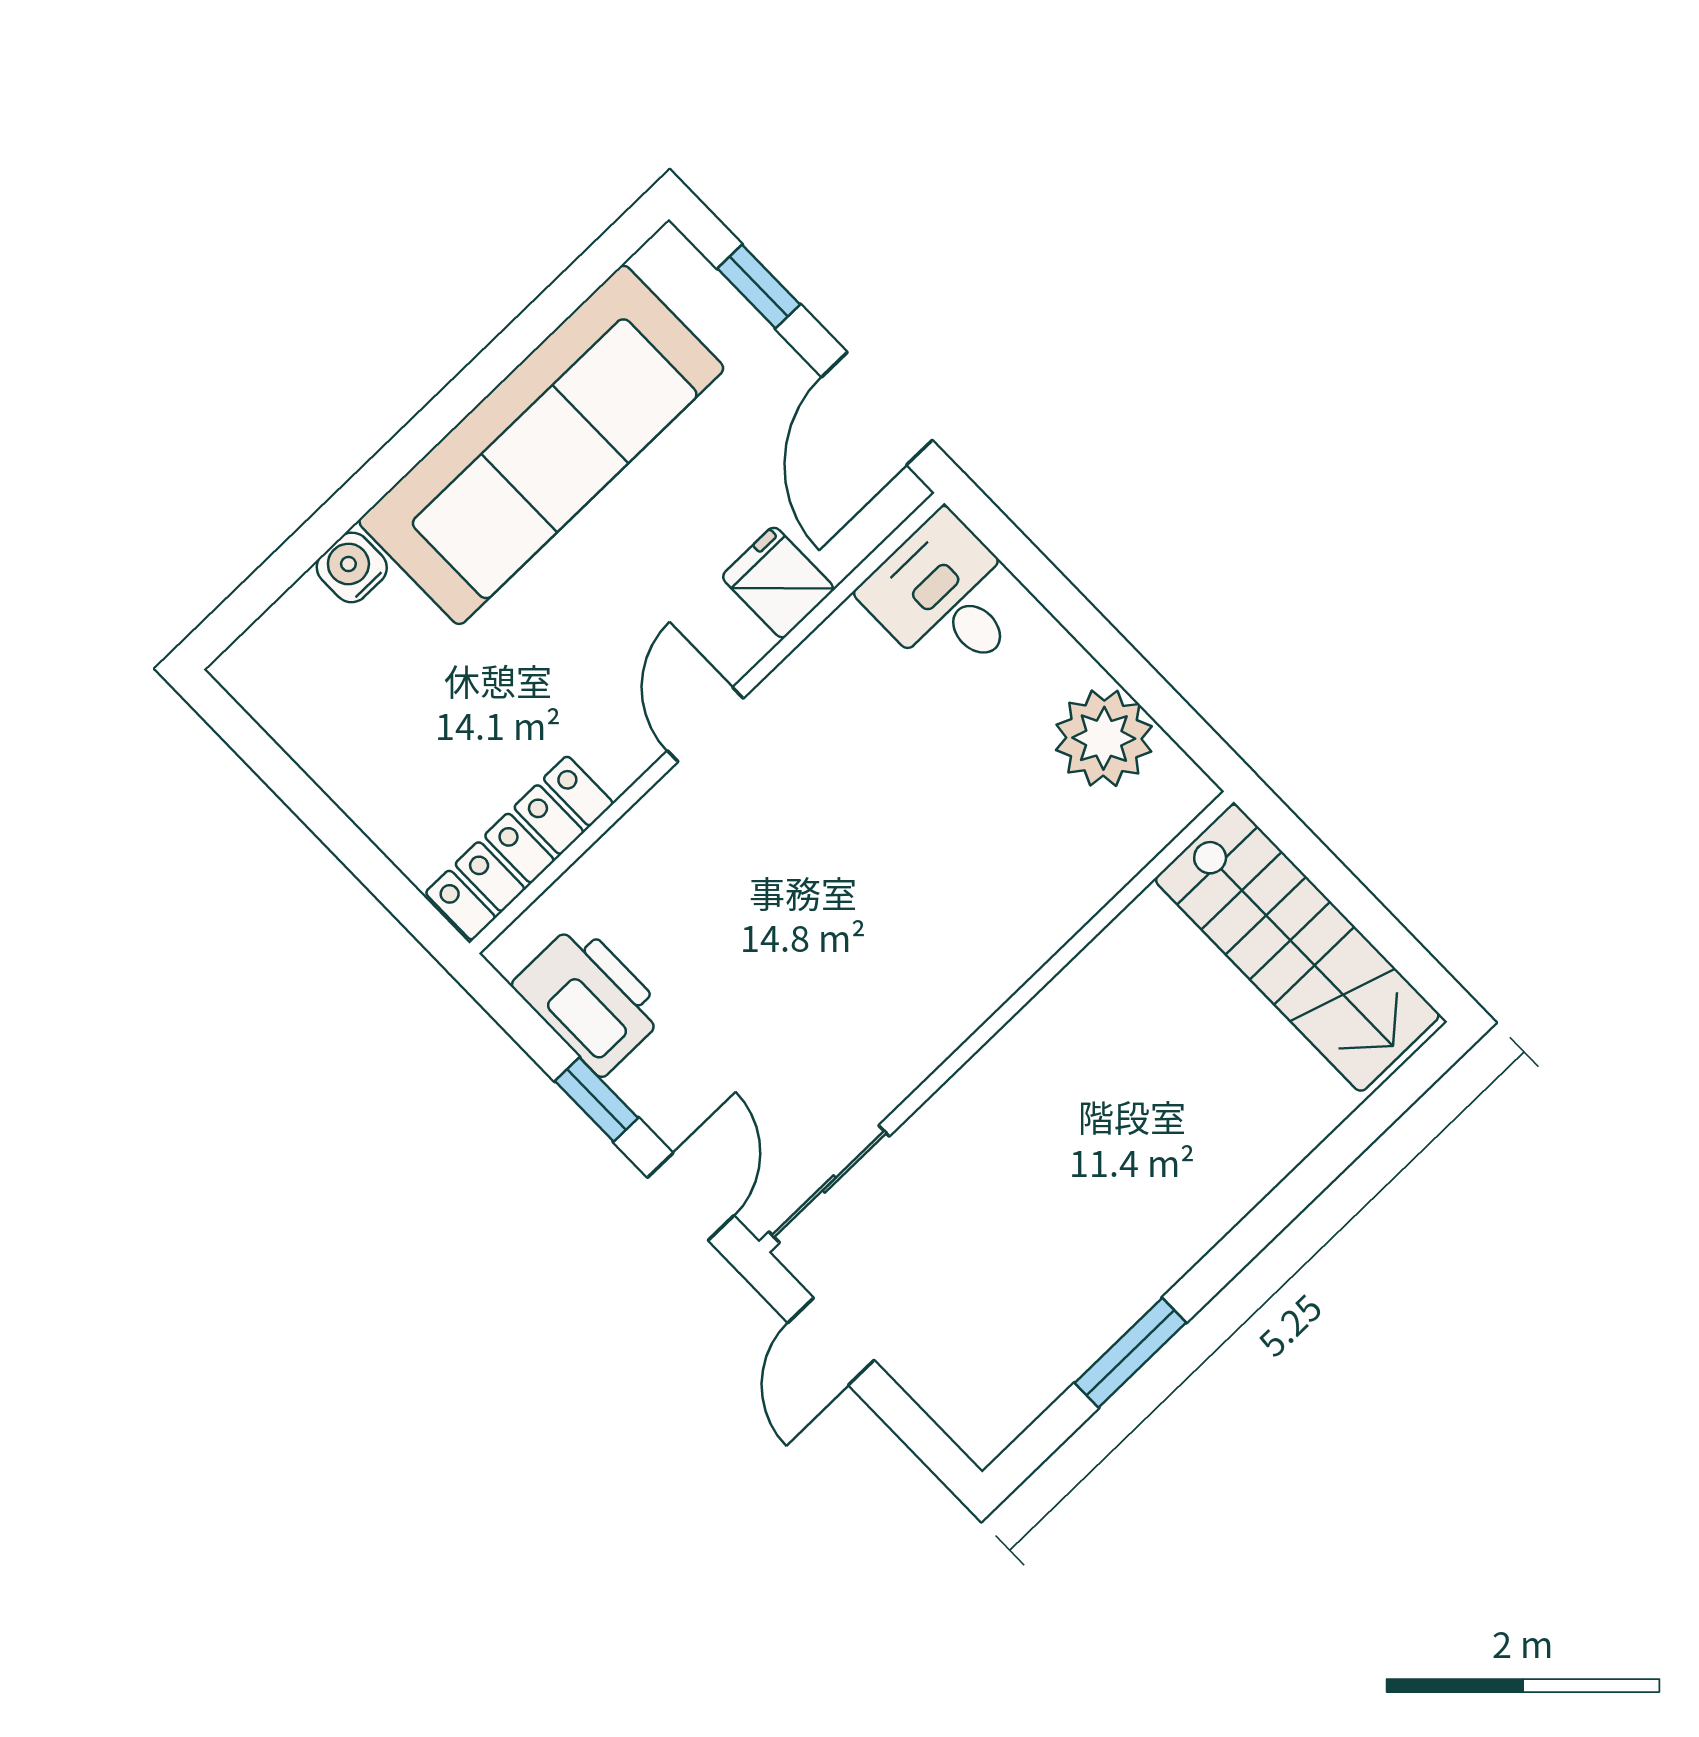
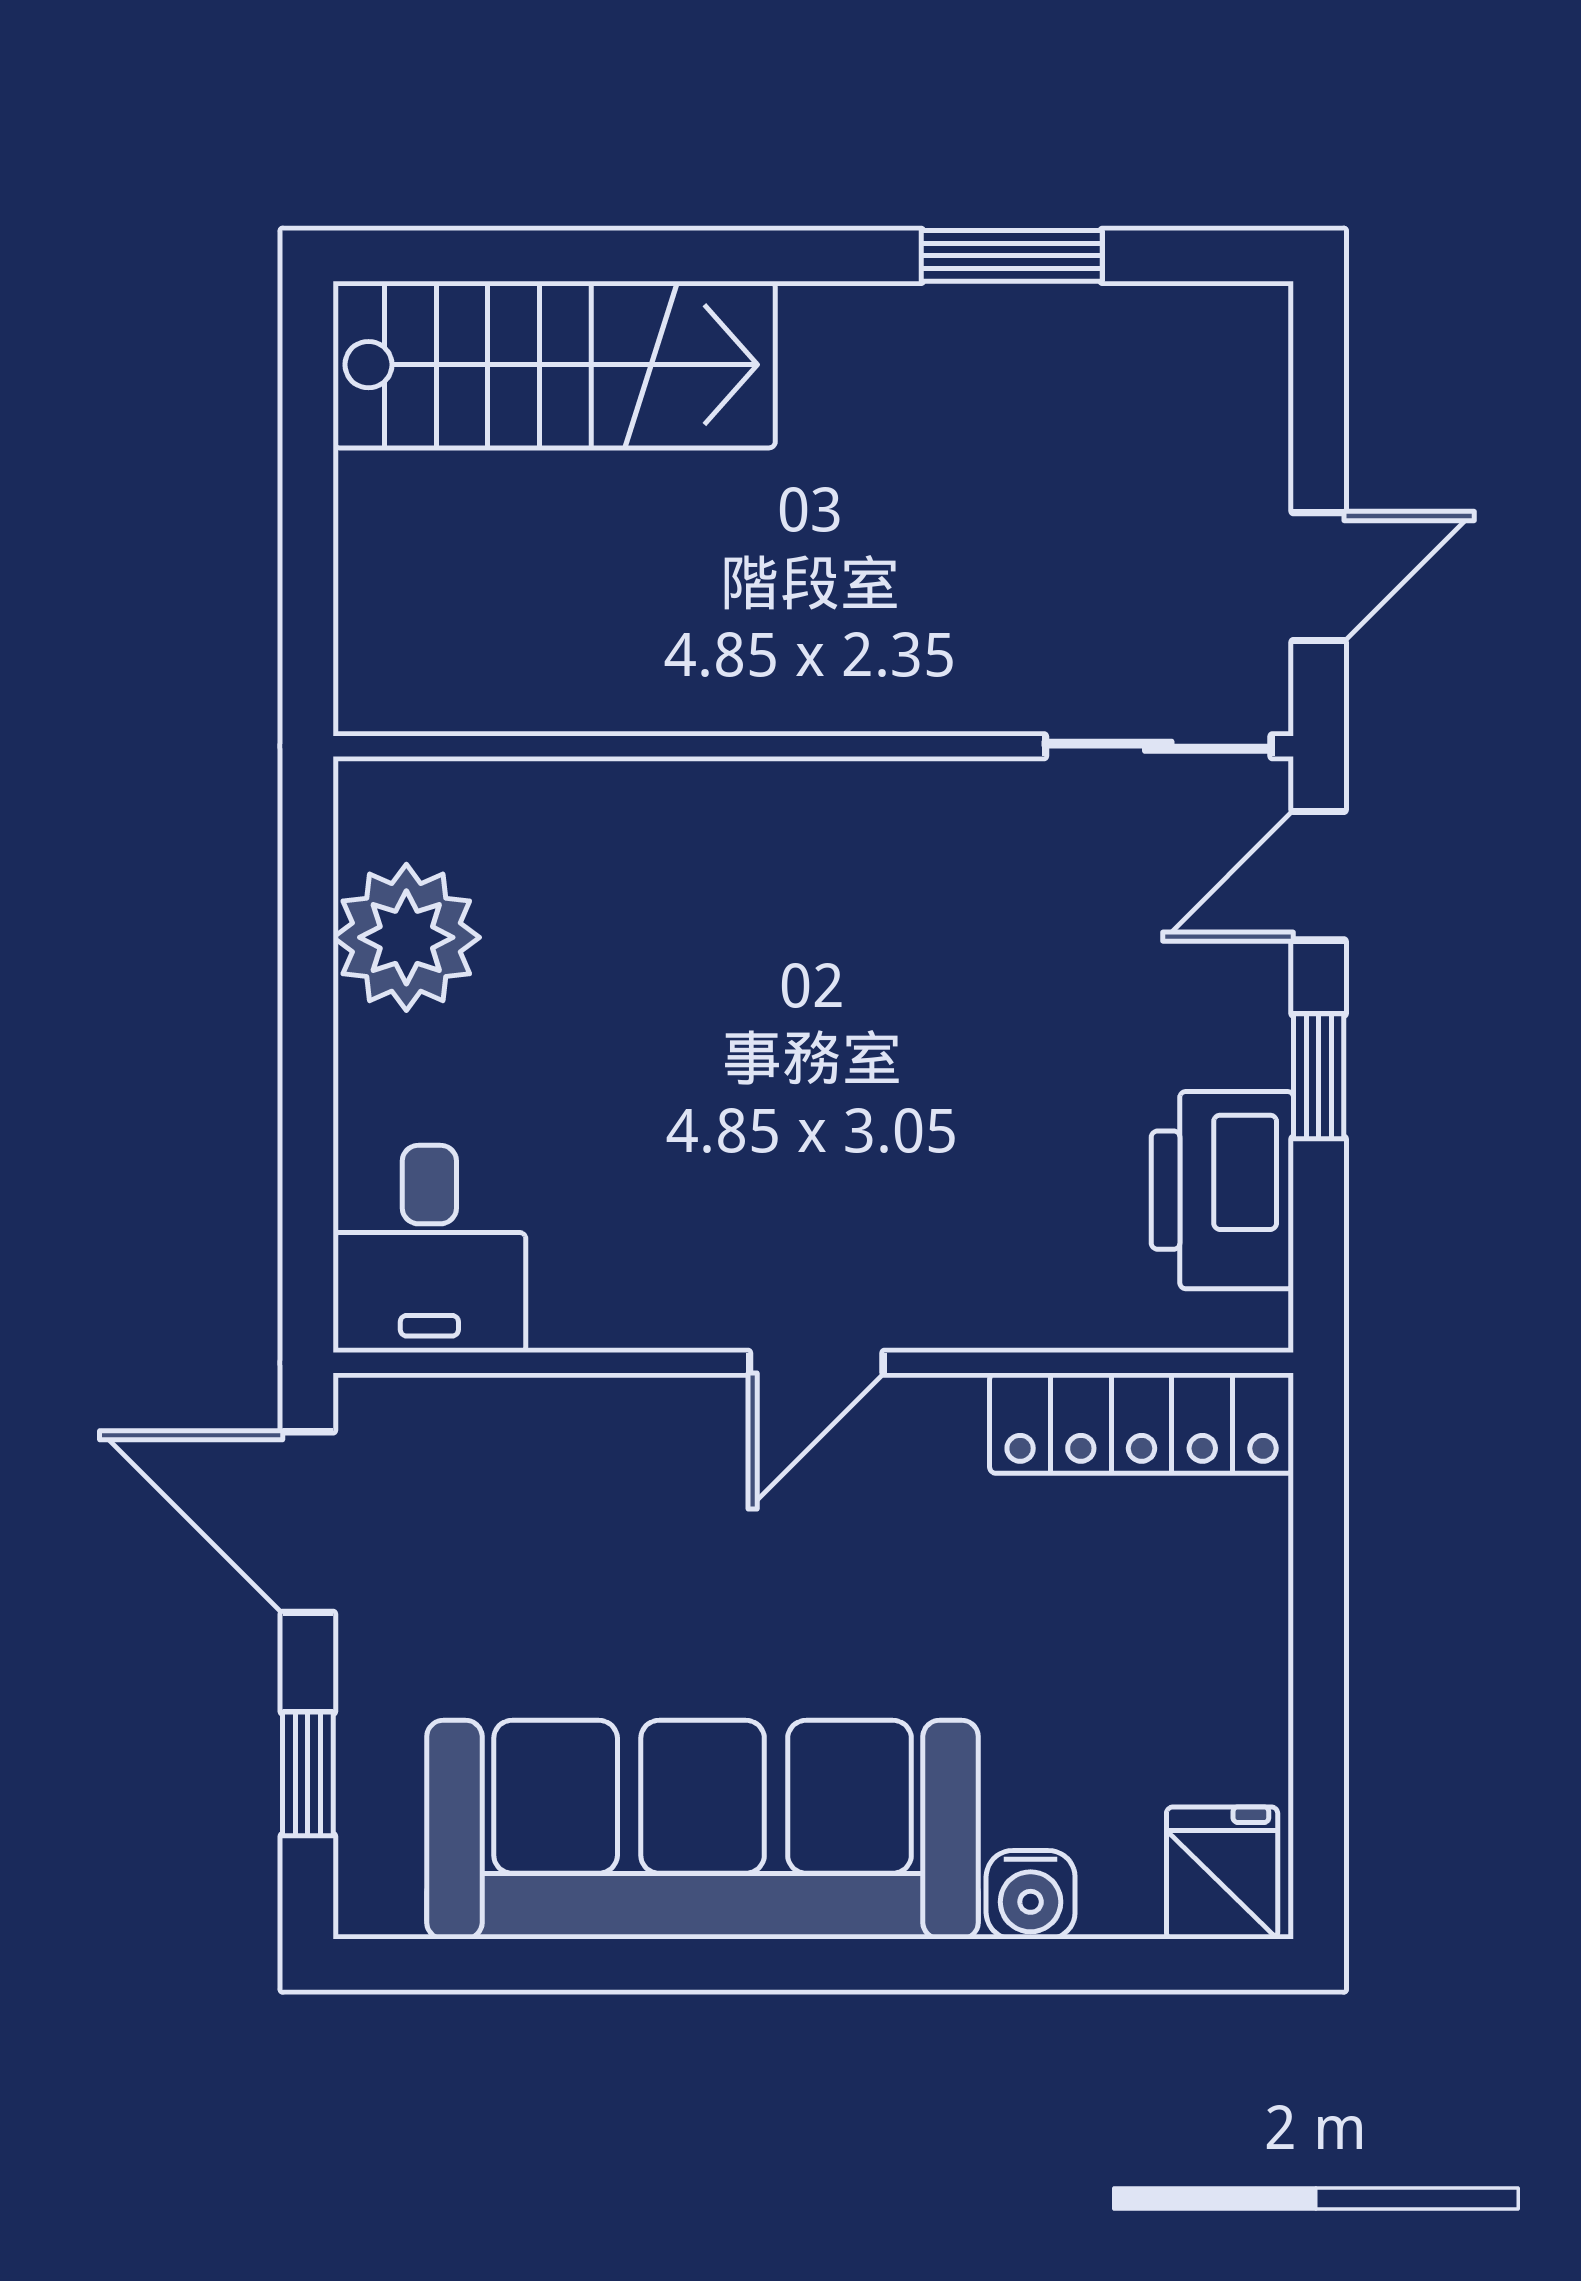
door: (877, 409) -> (308, 1522), swing flipped
fridge: (778, 583) -> (1222, 1873), moved, turned 180
stairs: (1297, 948) -> (554, 365), moved, turned 90

